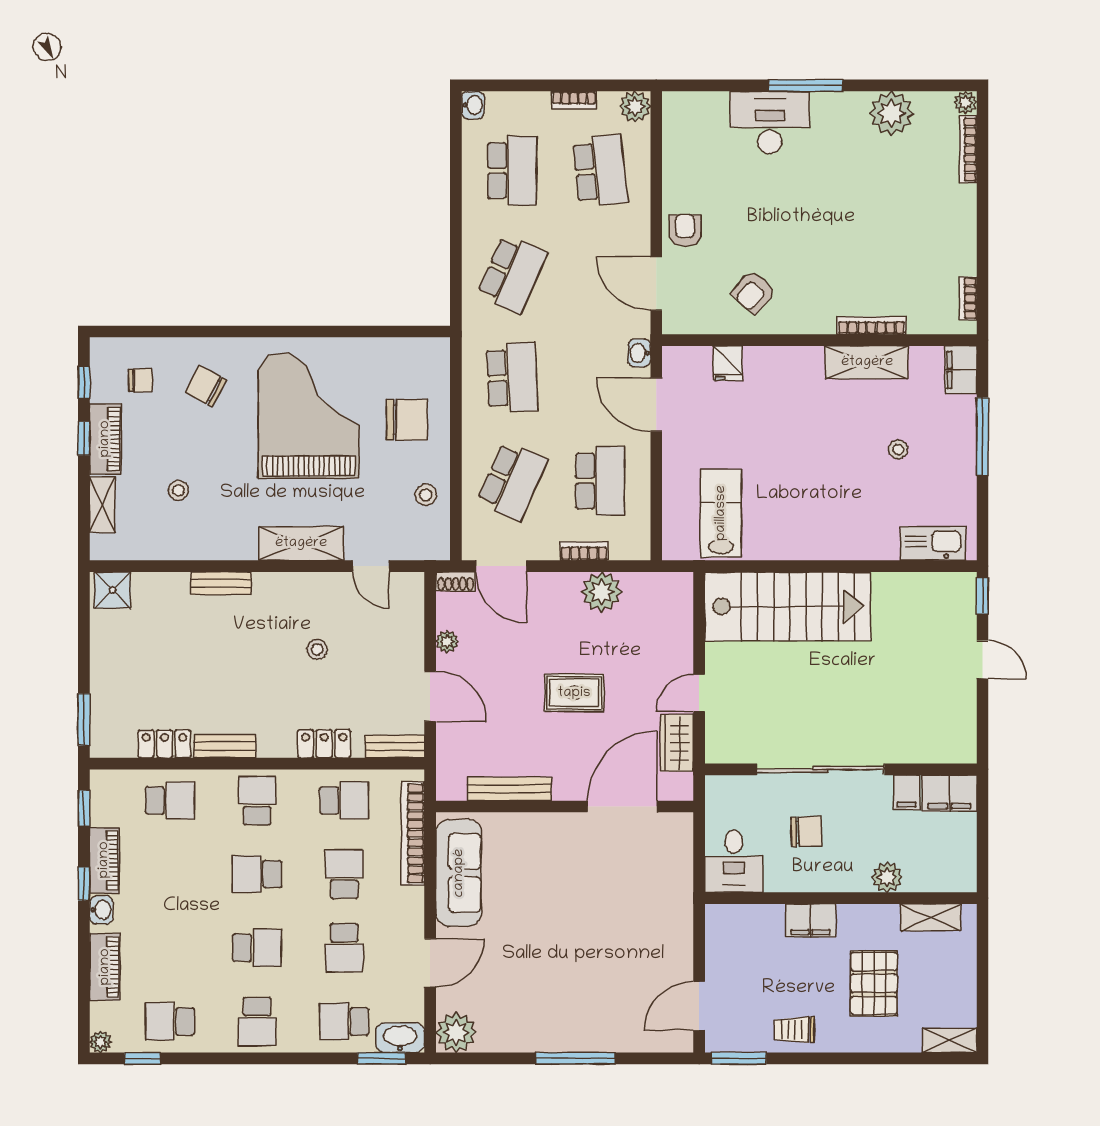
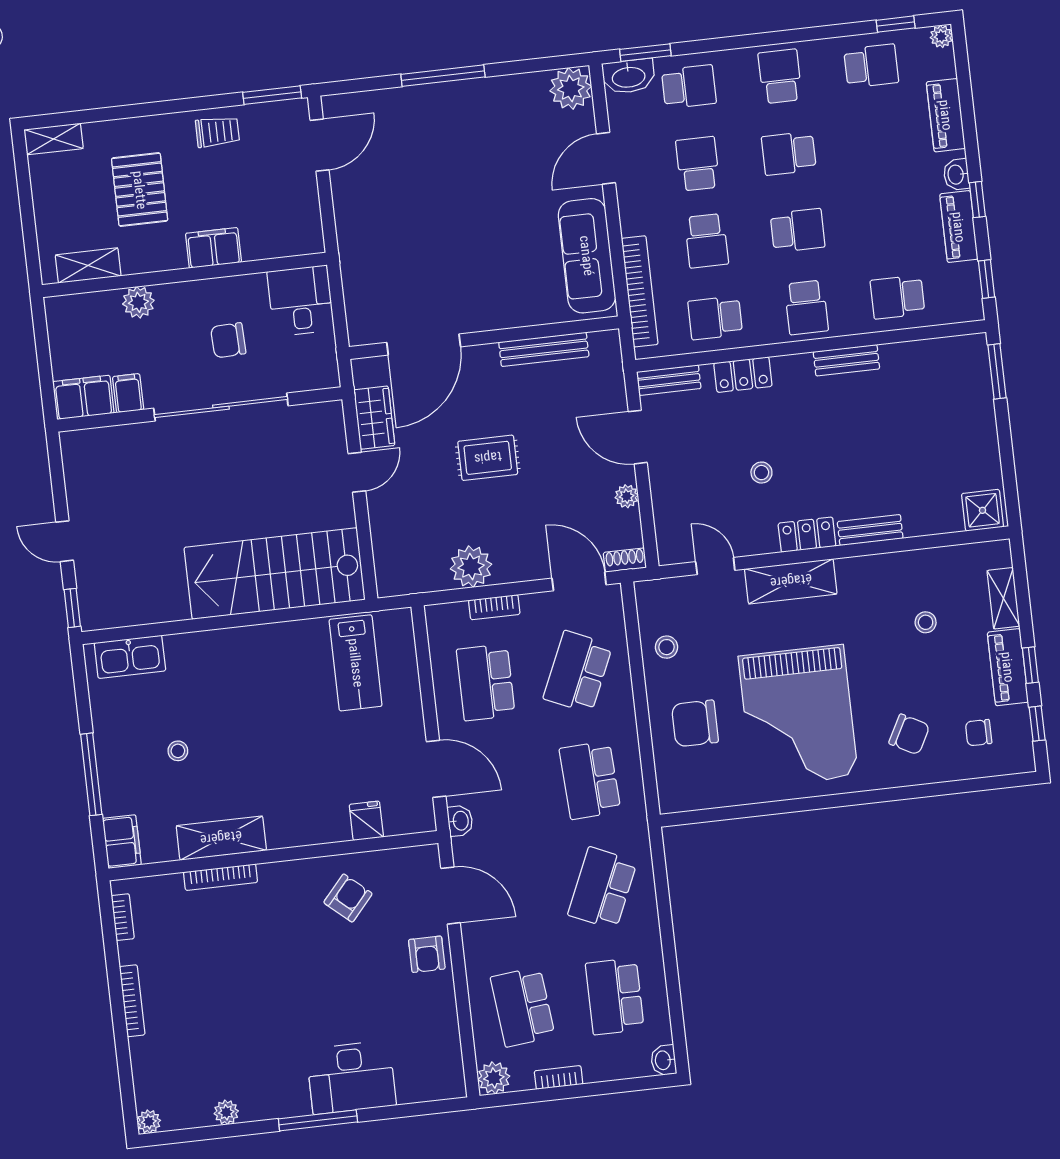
plant: (891, 113) -> (226, 1112), width x0.53, depth x0.53
bookcase: (968, 150) -> (132, 1001), moved
locker: (164, 744) -> (807, 535), moved, turned 180

